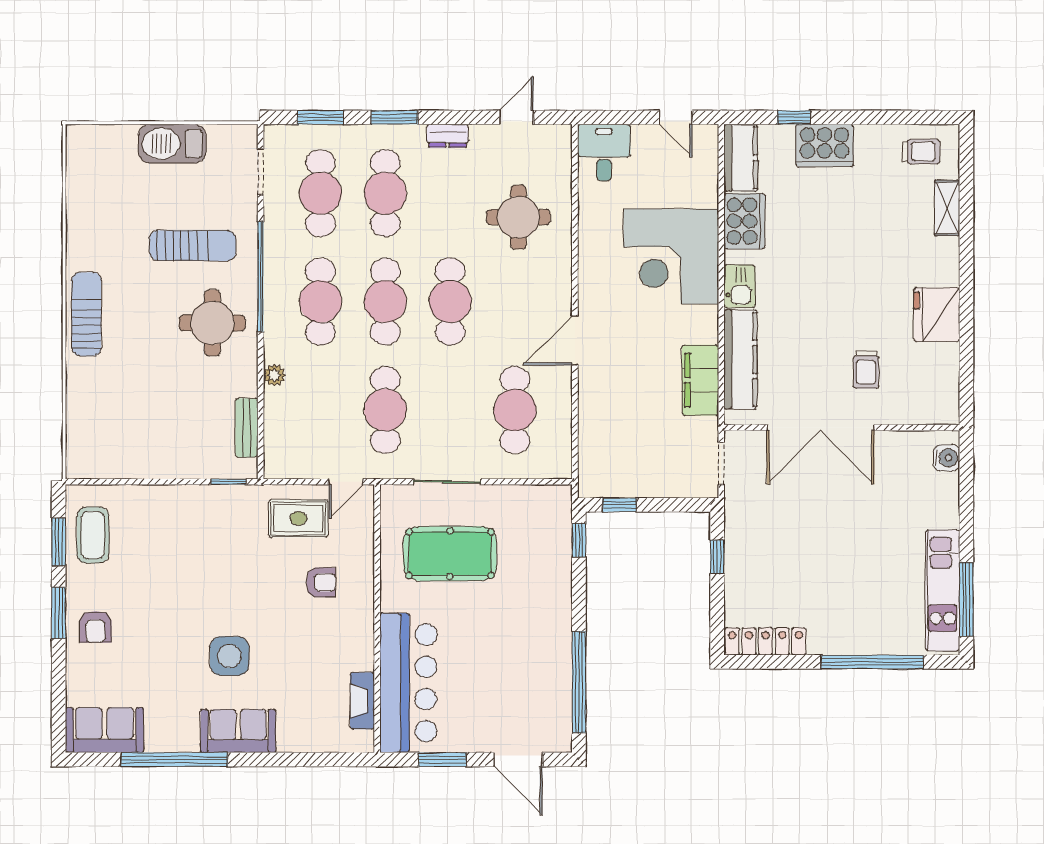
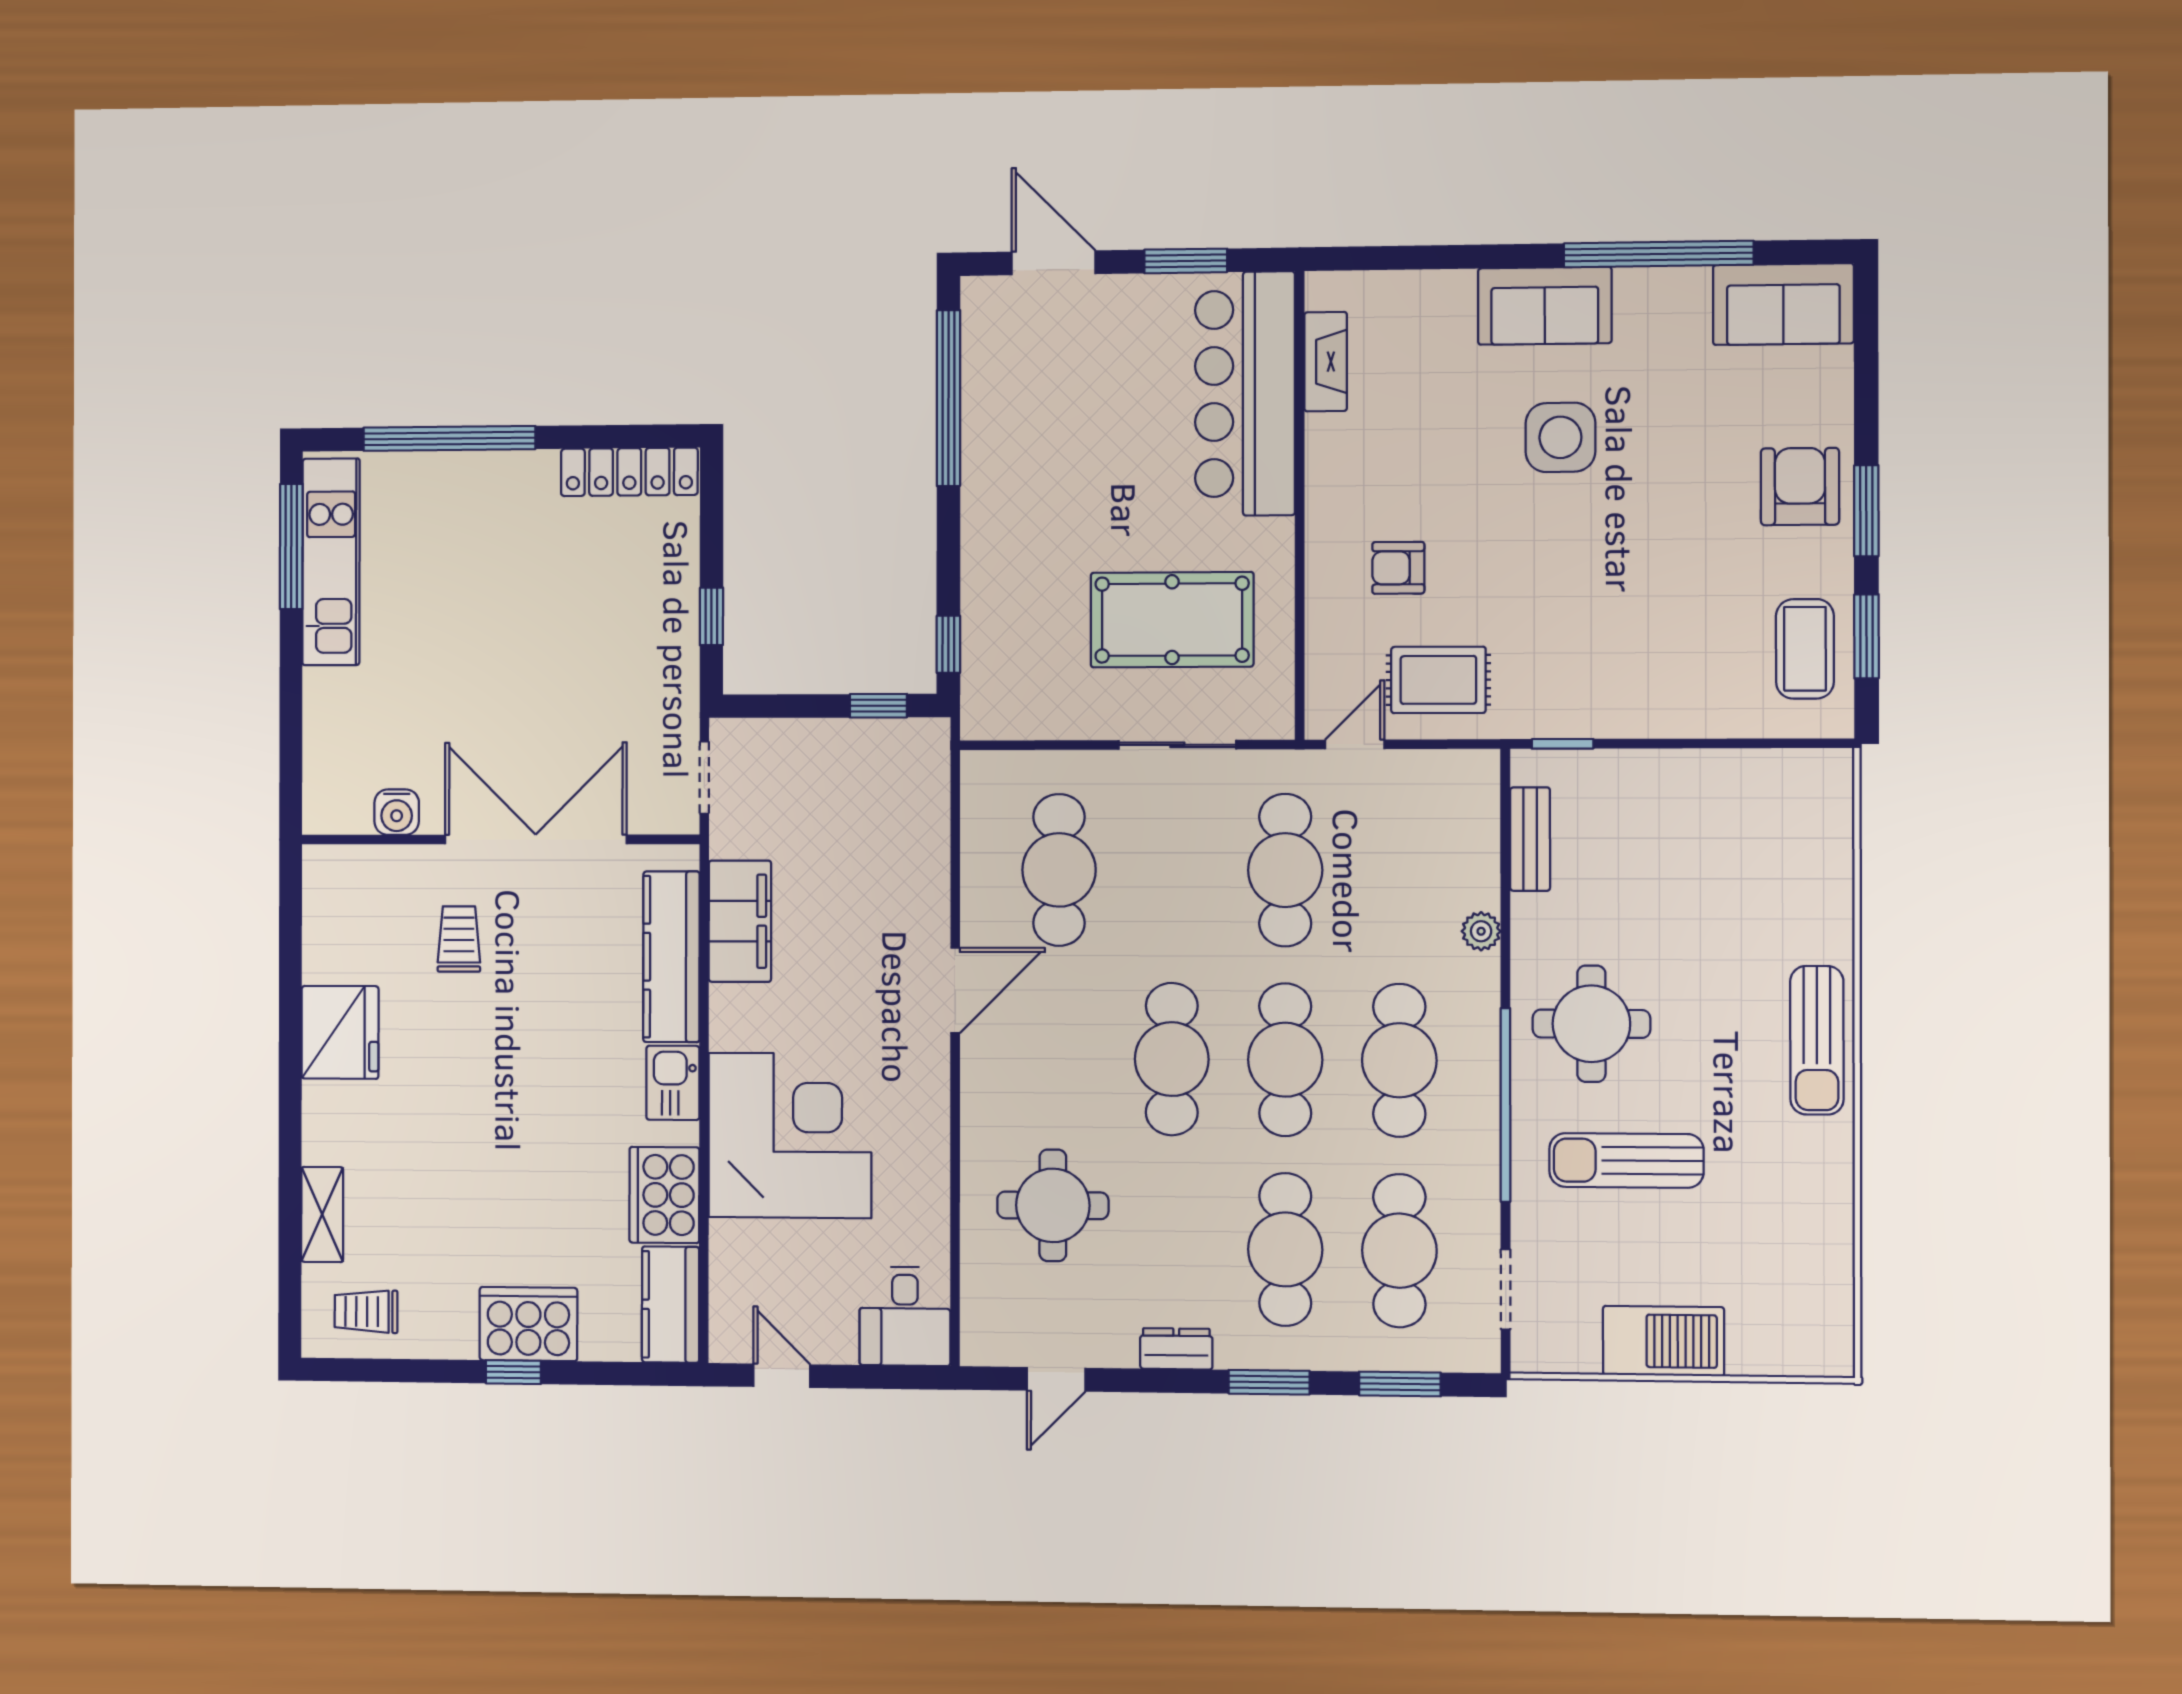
window: (794, 117) -> (513, 1372), moved
water cooler: (946, 458) -> (397, 812), moved, turned -90
armchair: (96, 627) -> (1800, 487), width x1.38, depth x1.38

